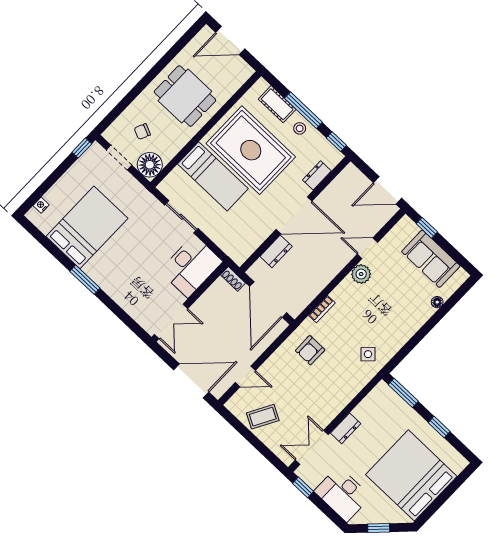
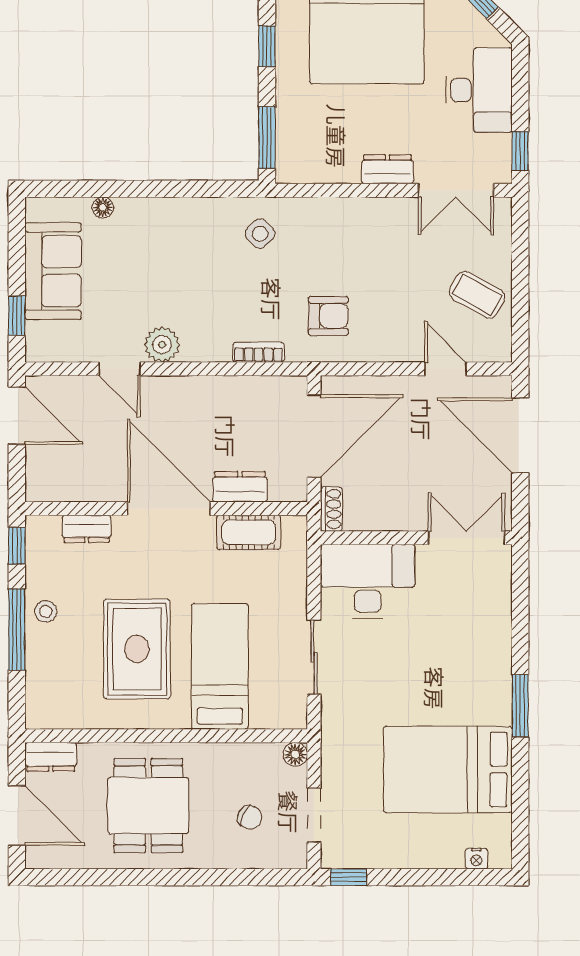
dresser: (241, 76) -> (51, 757), added
cot: (277, 104) -> (249, 532), moved, turned 90
rug: (251, 150) -> (137, 649), width x0.73, depth x0.69
floor lamp: (150, 165) -> (295, 754), width x0.53, depth x0.53

